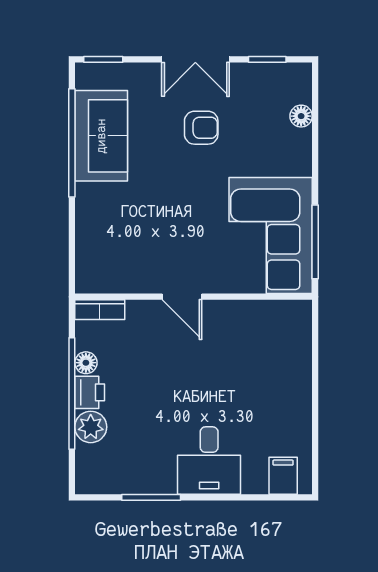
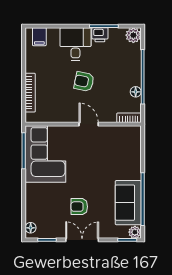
plant: (88, 75) -> (135, 232), added
floor lamp: (301, 116) -> (31, 228), moved
bookcase: (302, 361) -> (30, 93), added
armchair: (192, 384) -> (84, 82), added
printer: (90, 392) -> (100, 35), moved, turned -90
plant: (91, 427) -> (133, 35), moved

